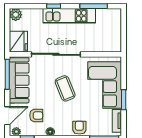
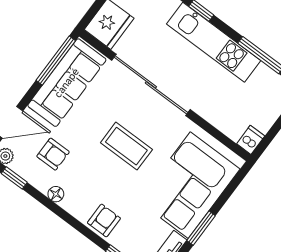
dishwasher: (116, 46) -> (251, 140), added
coffee table: (65, 88) -> (126, 146), turned -68

